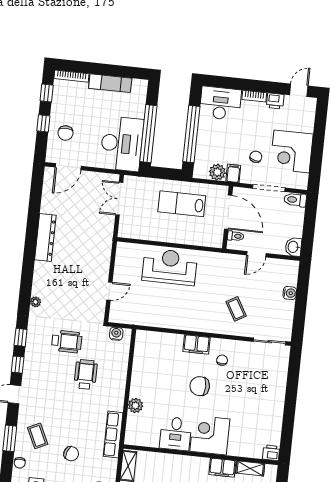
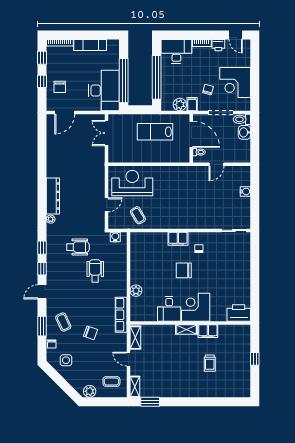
door: (299, 90) -> (236, 35), swing flipped
dresser: (45, 237) -> (53, 196), moved
washbasin: (293, 247) -> (244, 132), moved
reception desk: (170, 267) -> (132, 183), moved
coffee table: (236, 309) -> (138, 215), moved
printer: (271, 453) -> (239, 313), width x1.87, depth x1.48
shelving: (250, 468) -> (186, 329), moved

